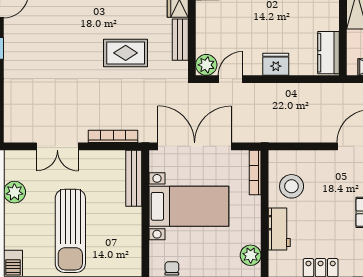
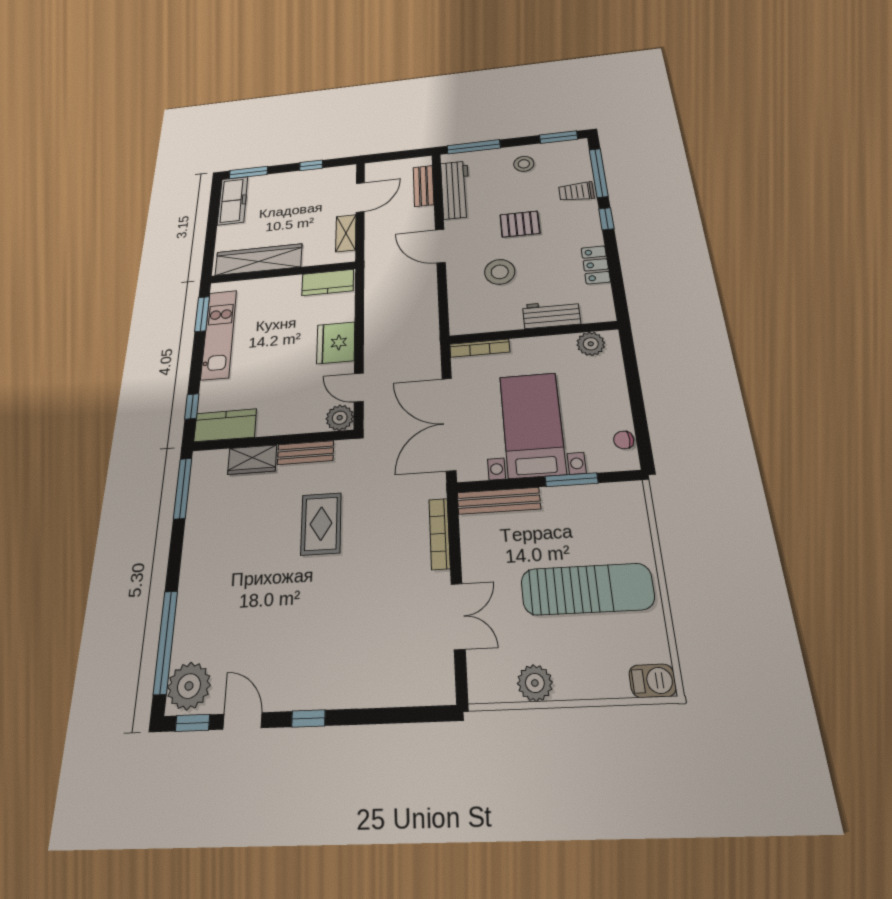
fridge: (276, 64) -> (336, 343), width x1.36, depth x1.34
stool: (292, 186) -> (500, 272), moved
window: (145, 229) -> (571, 480), added

